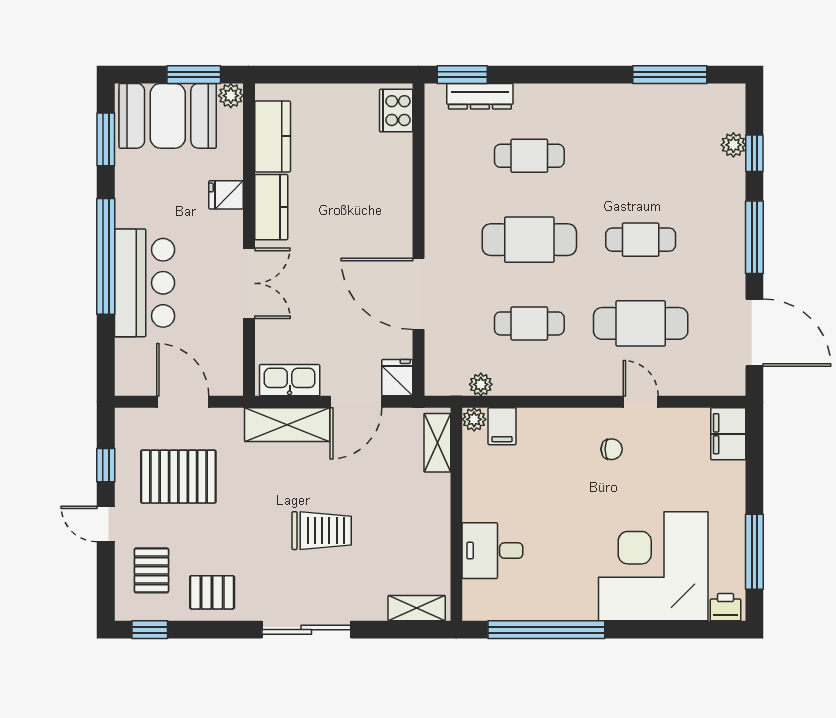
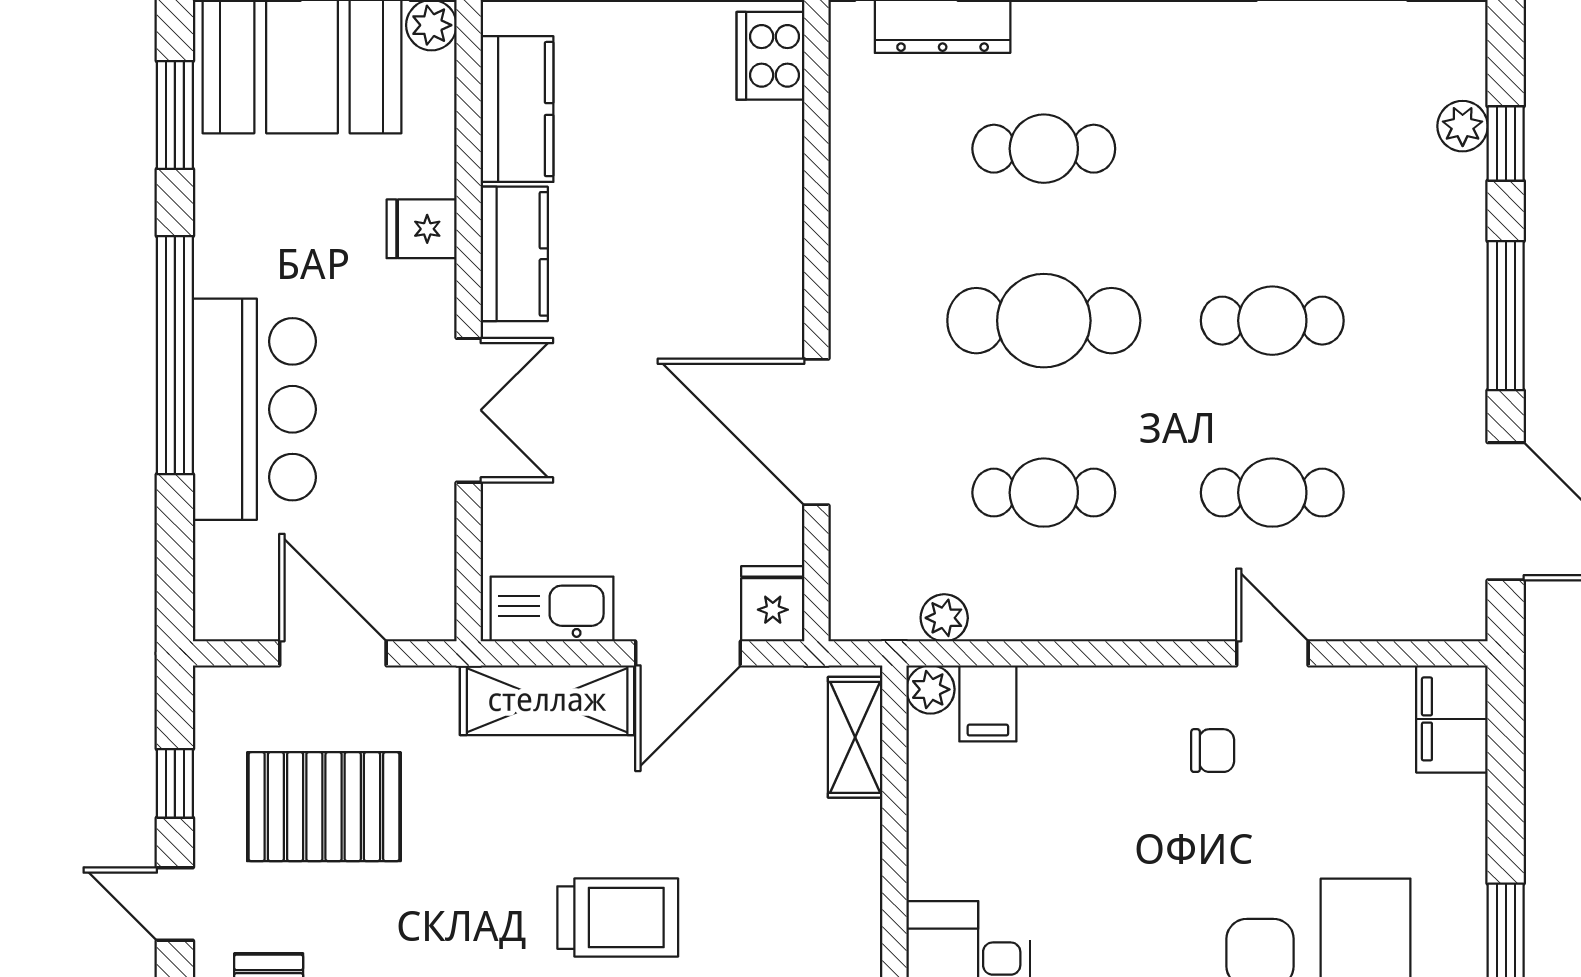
cafe table: (641, 323) -> (1272, 493), width x0.73, depth x0.74

